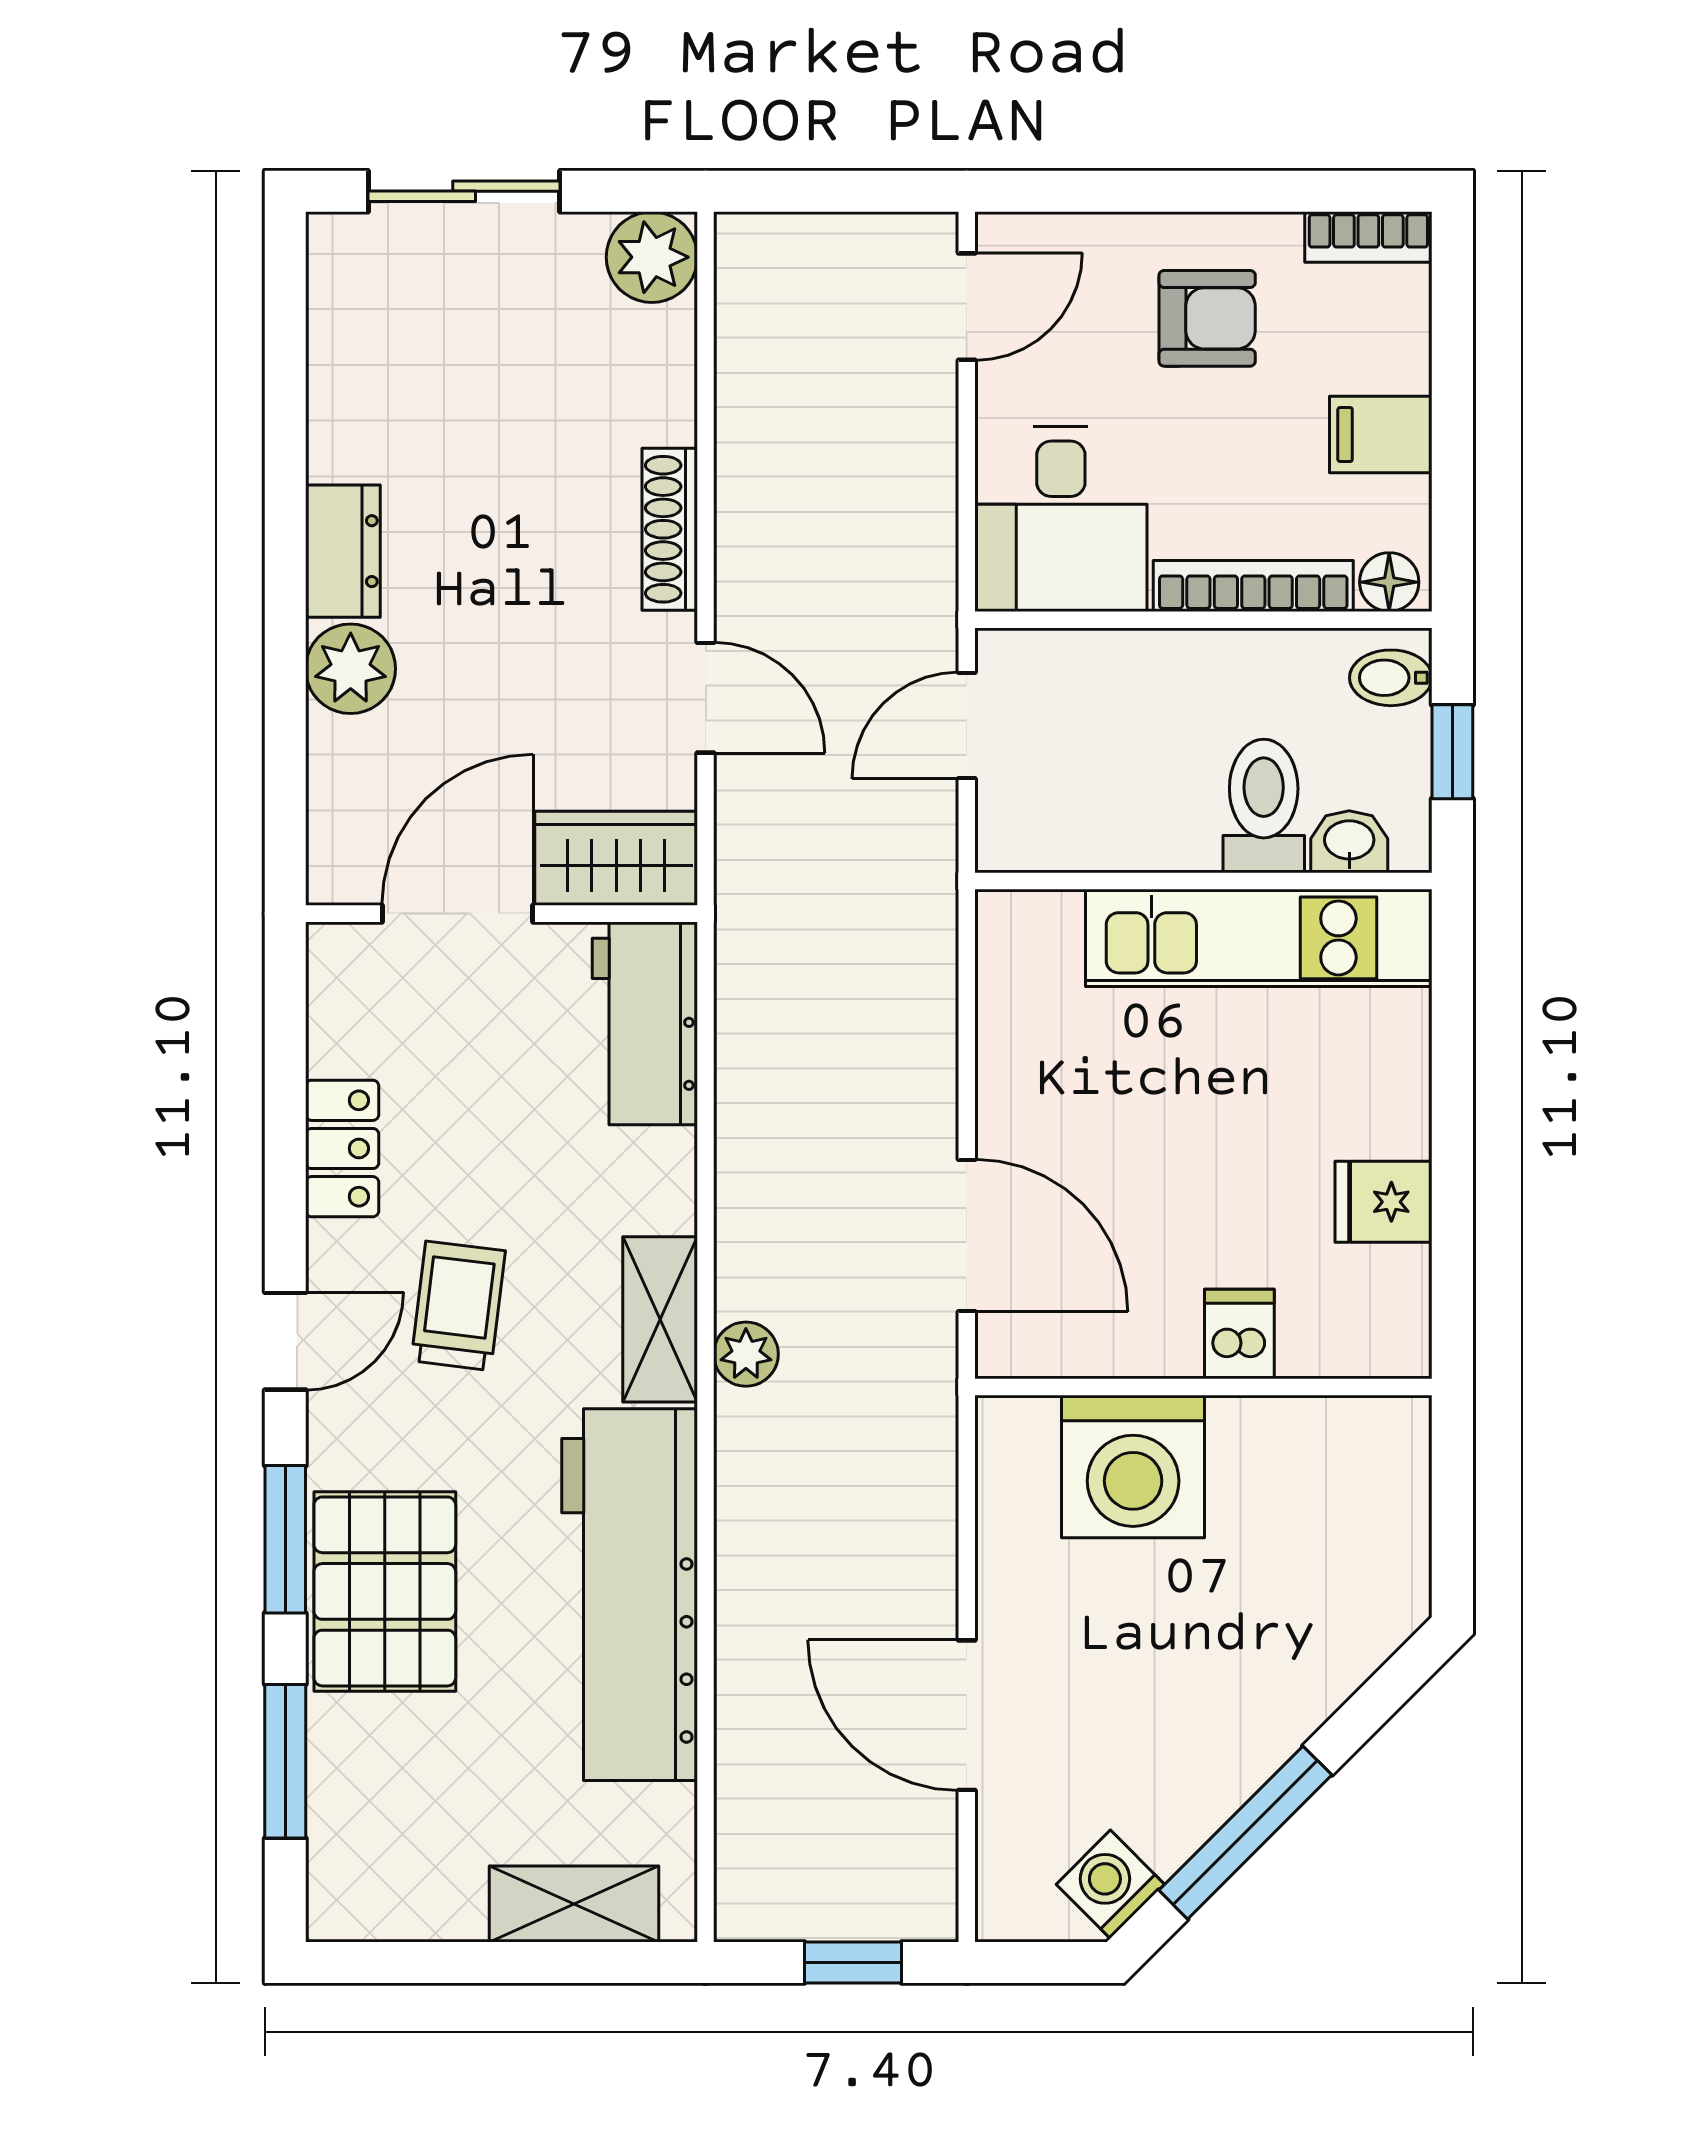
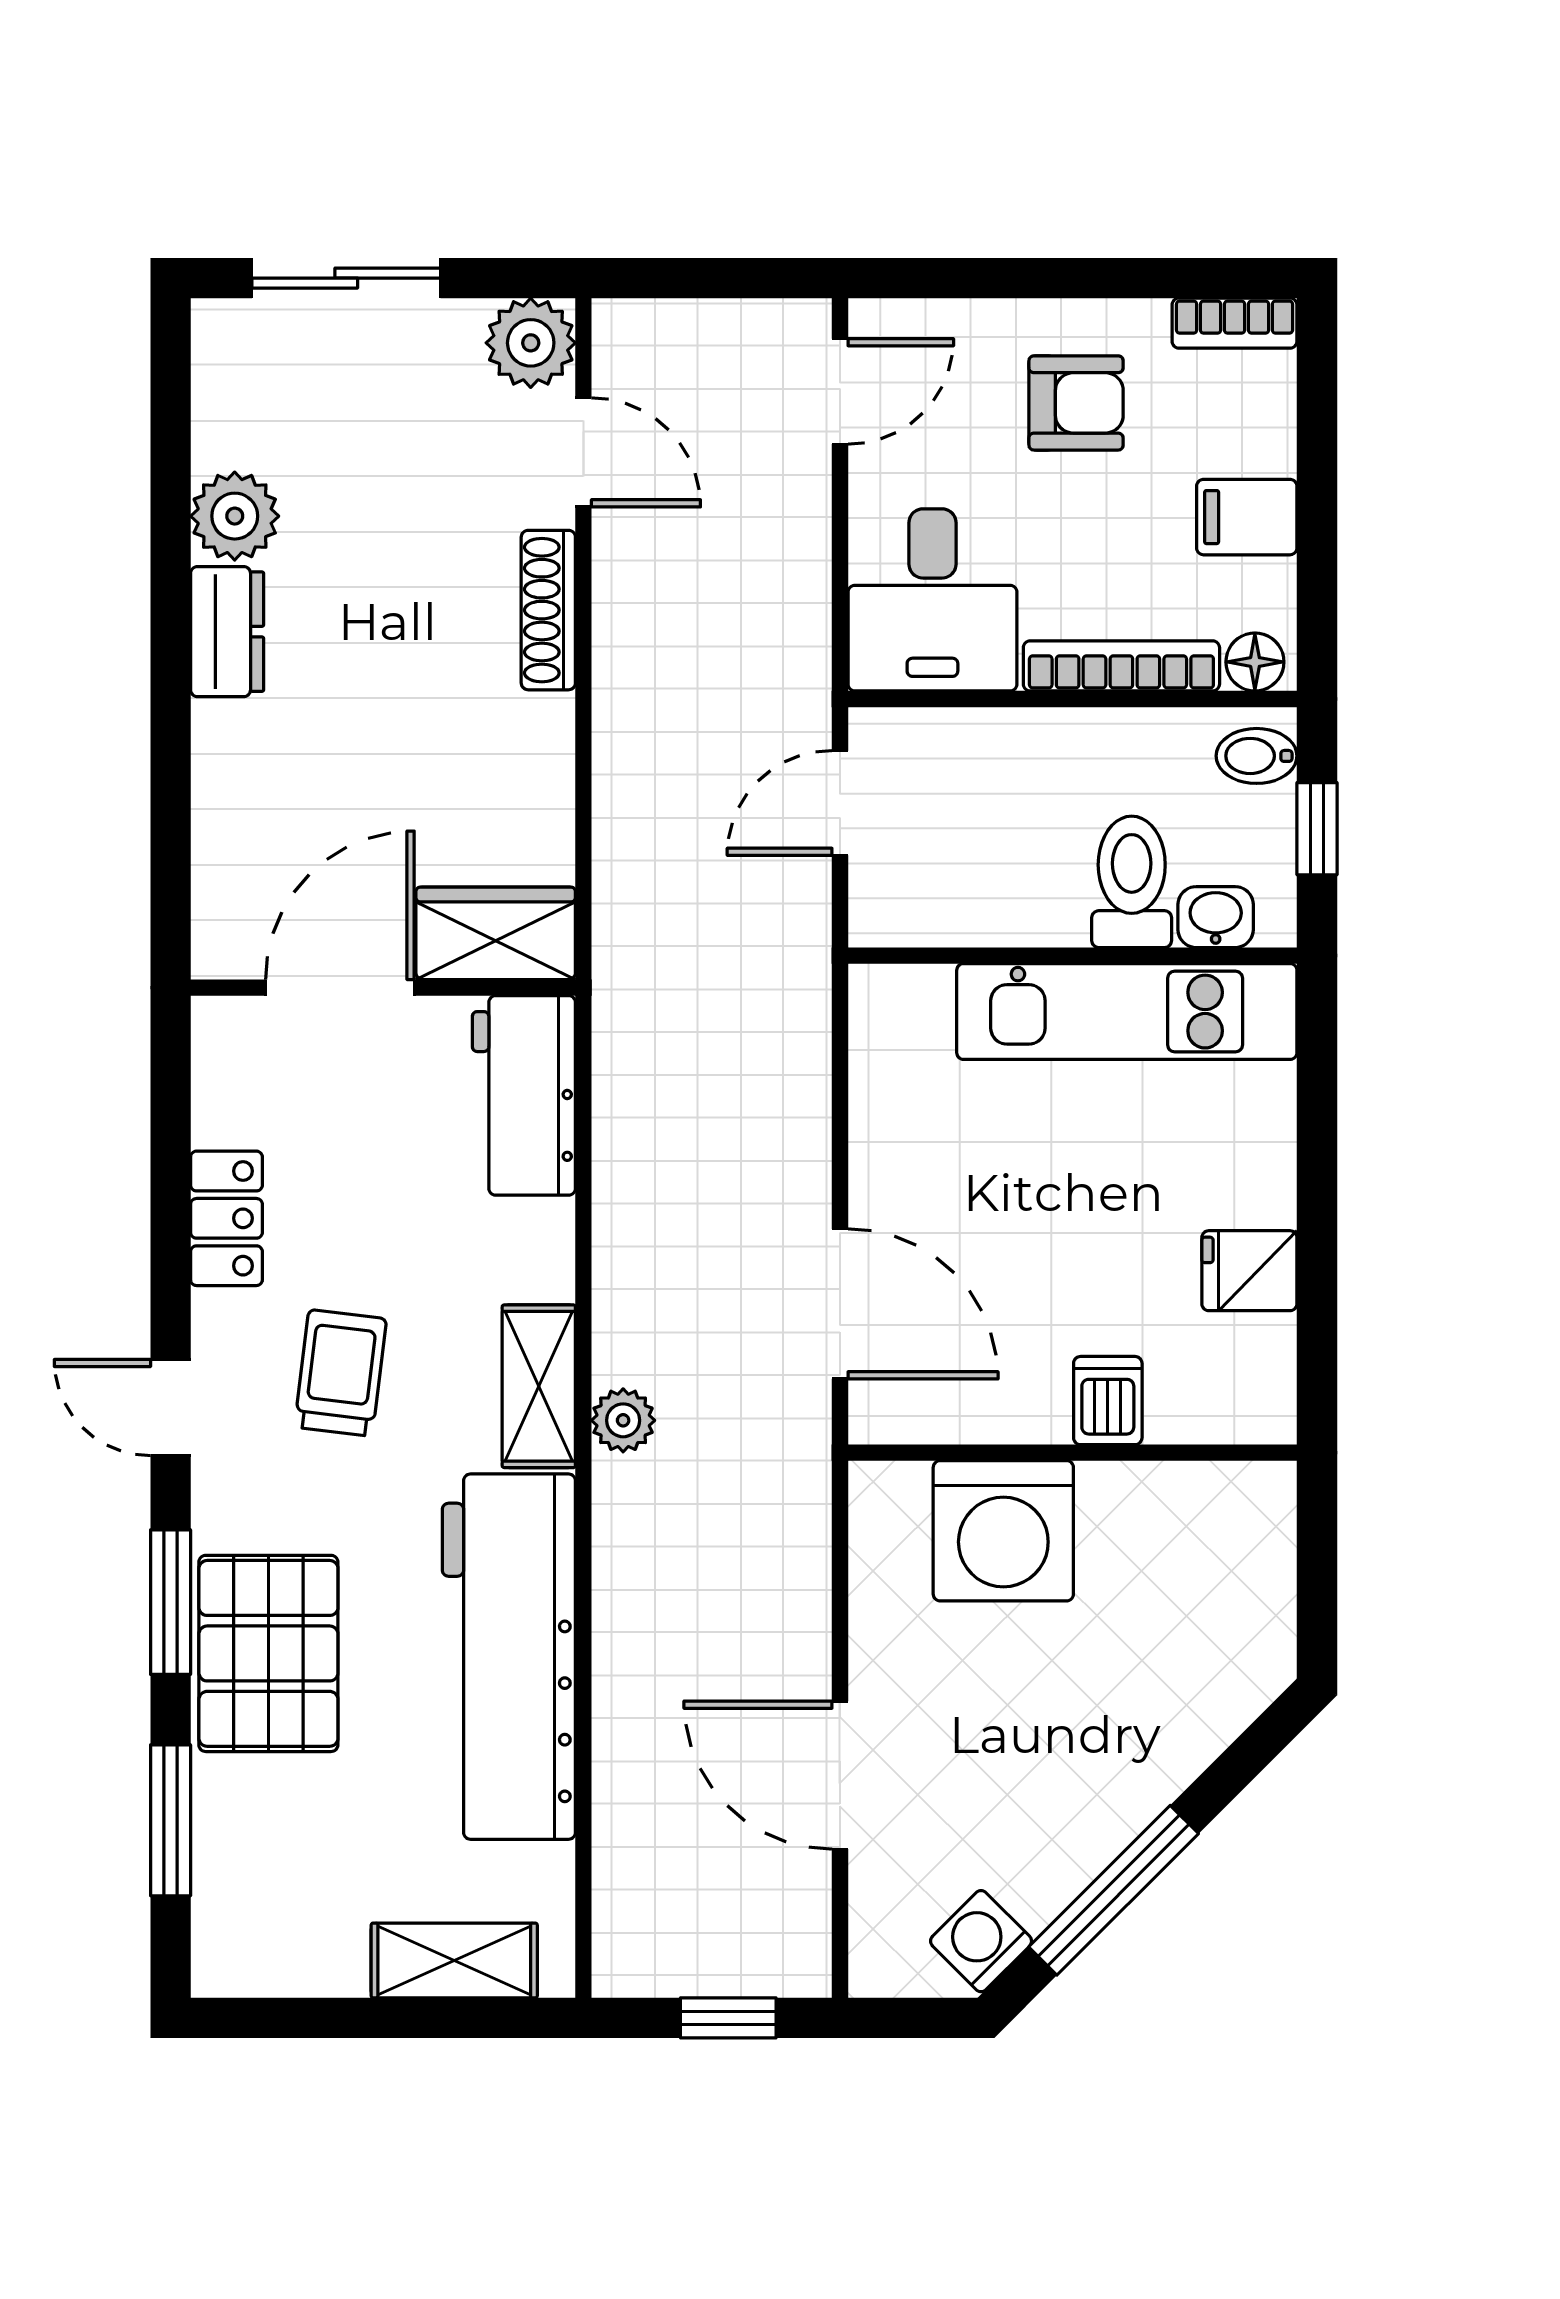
plant: (351, 669) -> (235, 516), moved
door: (706, 698) -> (583, 452), moved
door: (285, 1341) -> (171, 1408), swing flipped

